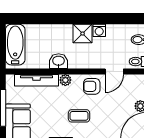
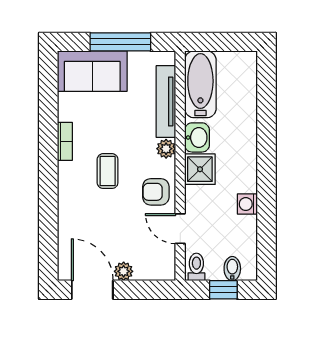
shower: (83, 34) -> (200, 169), moved
bathtub: (15, 45) -> (200, 84), moved, turned -90
armchair: (92, 86) -> (156, 192), turned -90

